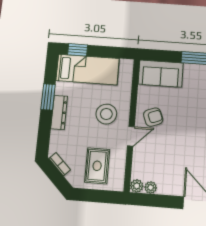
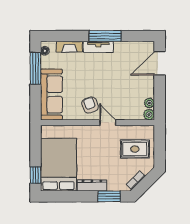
bed: (88, 70) -> (58, 165), width x1.50
sofa: (161, 74) -> (51, 94), width x1.36
window: (48, 97) -> (109, 196), moved
stool: (106, 114) -> (90, 145), removed

